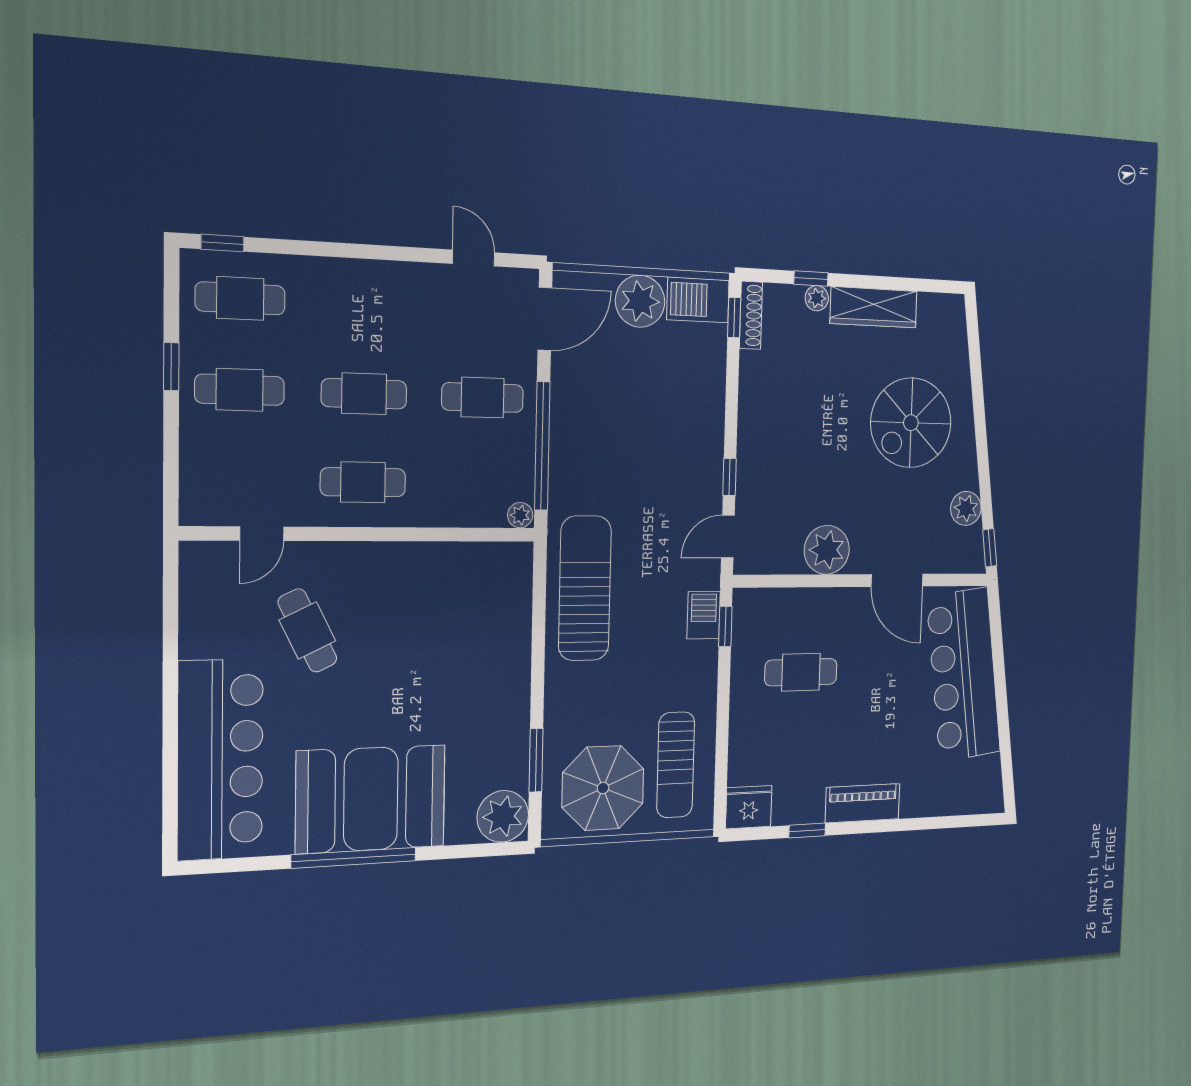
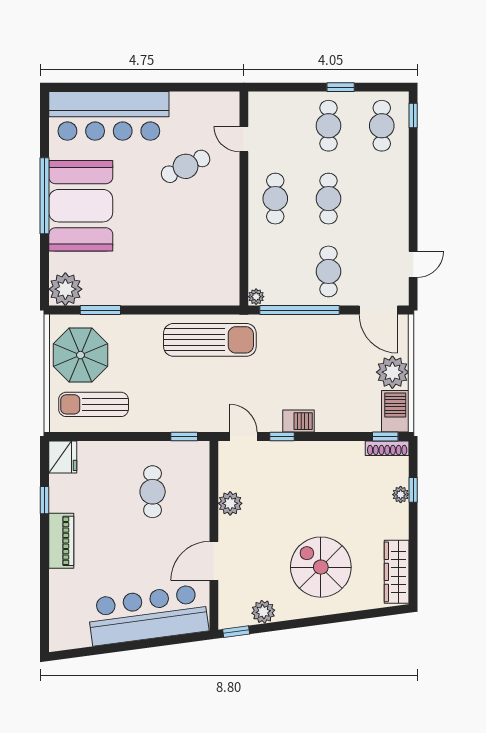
wardrobe: (874, 307) -> (397, 572), moved
plant: (827, 550) -> (230, 503), width x0.73, depth x0.73
barbecue: (704, 615) -> (298, 421), moved

